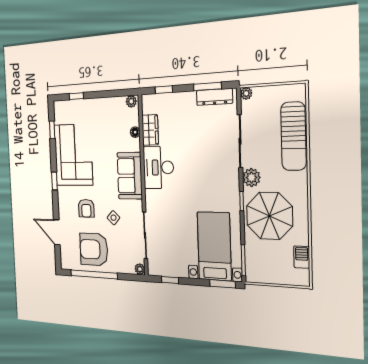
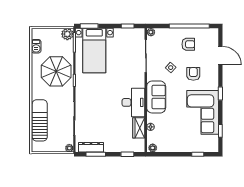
plant: (251, 178) -> (67, 34), moved
armchair: (94, 249) -> (188, 44), width x0.53, depth x0.53

